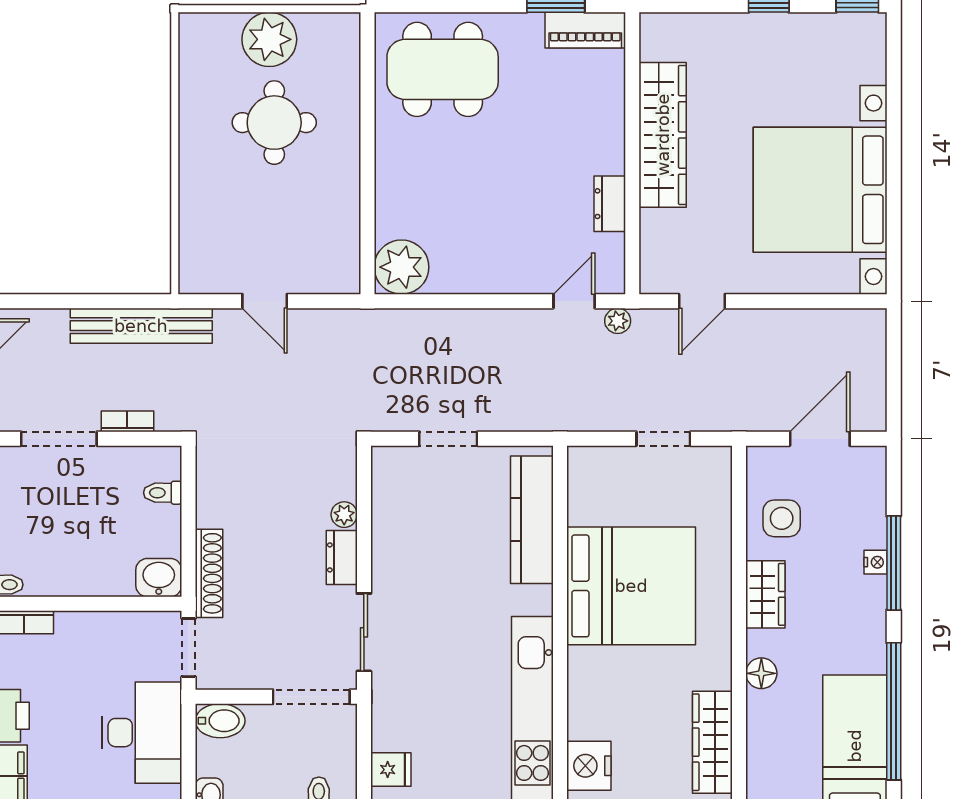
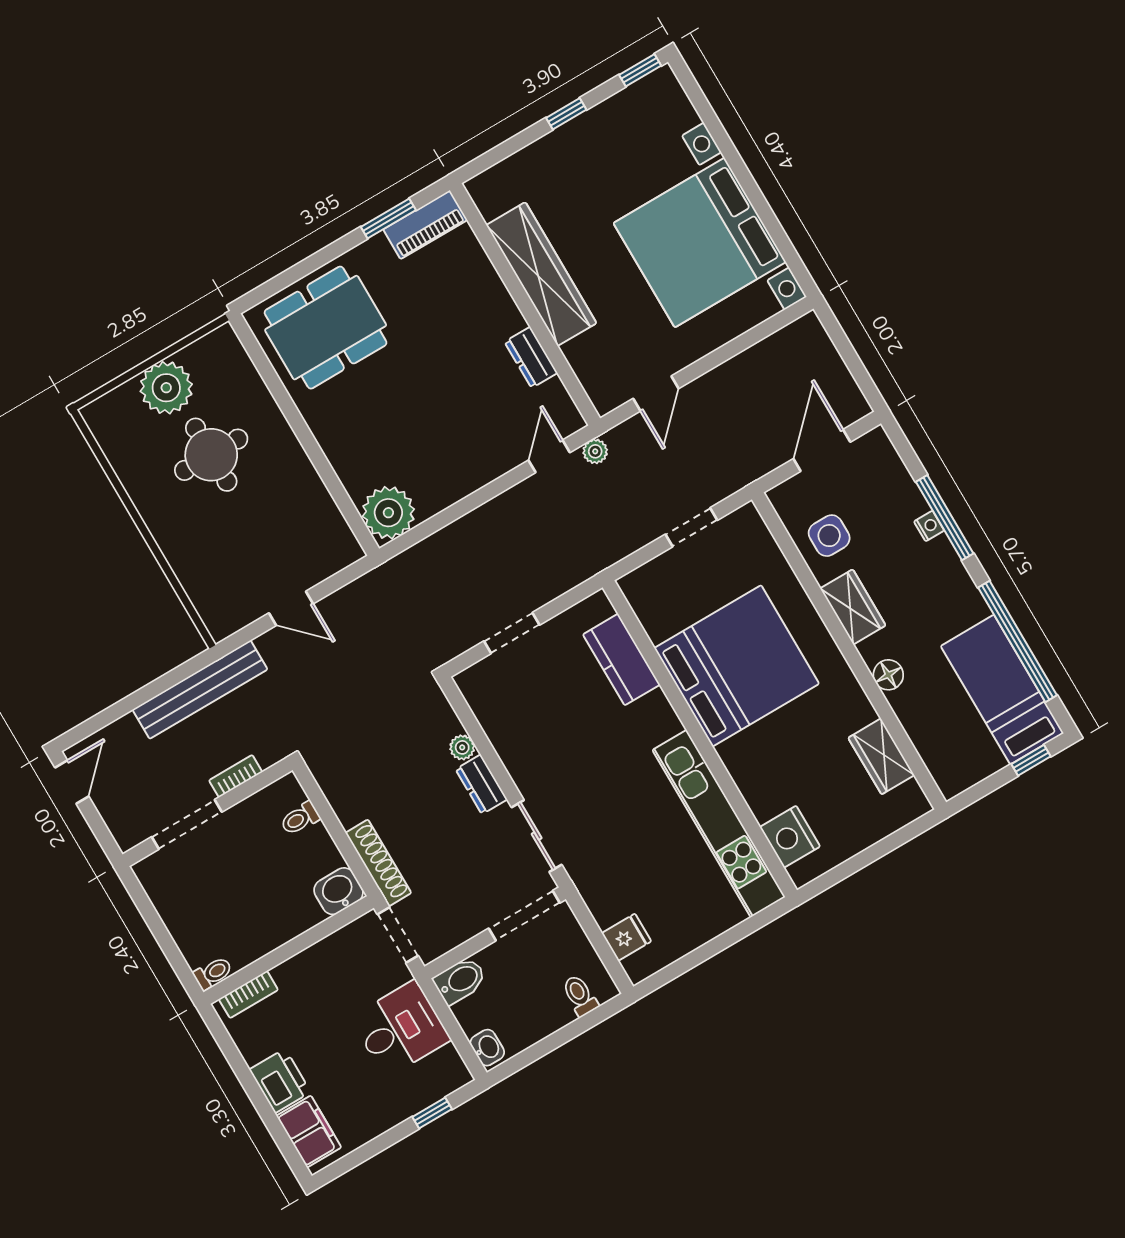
kitchen counter: (532, 520) -> (621, 660), width x0.67
desk: (142, 733) -> (400, 1029), width x0.73
wardrobe: (712, 742) -> (881, 756), width x0.67

